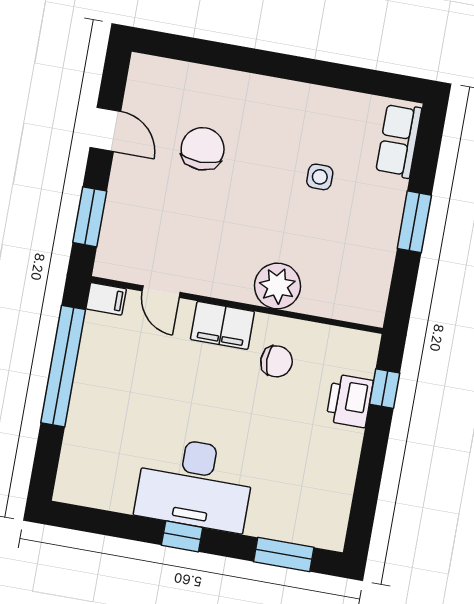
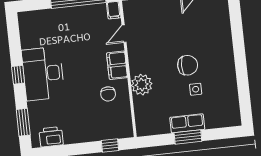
row of seats: (399, 140) -> (187, 123), moved
chair: (203, 149) -> (188, 65), moved
printer: (349, 401) -> (51, 137), moved

